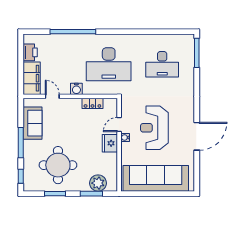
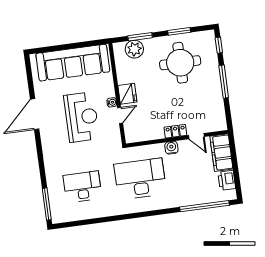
window: (73, 32) -> (204, 206), moved
locker: (92, 103) -> (175, 131), moved
sofa: (32, 123) -> (214, 104), removed

